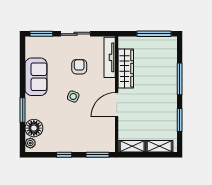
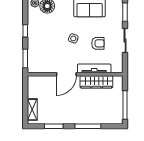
tv unit: (110, 57) -> (94, 68), moved
door: (117, 105) -> (66, 74), swing flipped
shelving: (132, 146) -> (32, 87), removed

